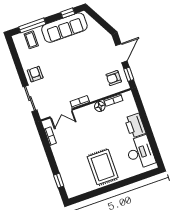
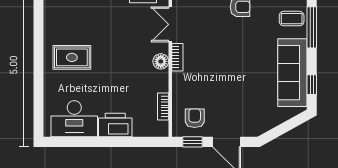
floor lamp: (100, 106) -> (161, 61), moved
rug: (103, 167) -> (72, 57), width x0.73, depth x0.70

